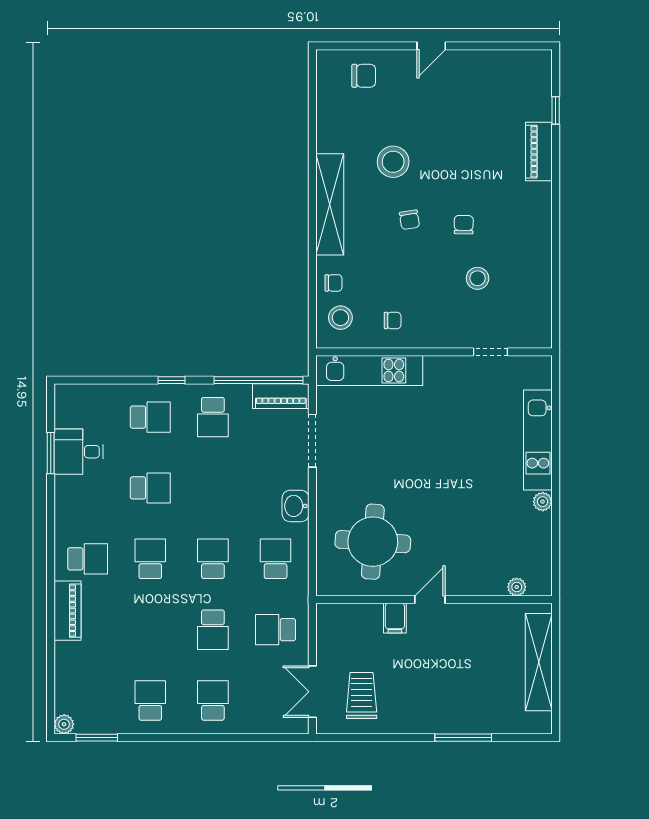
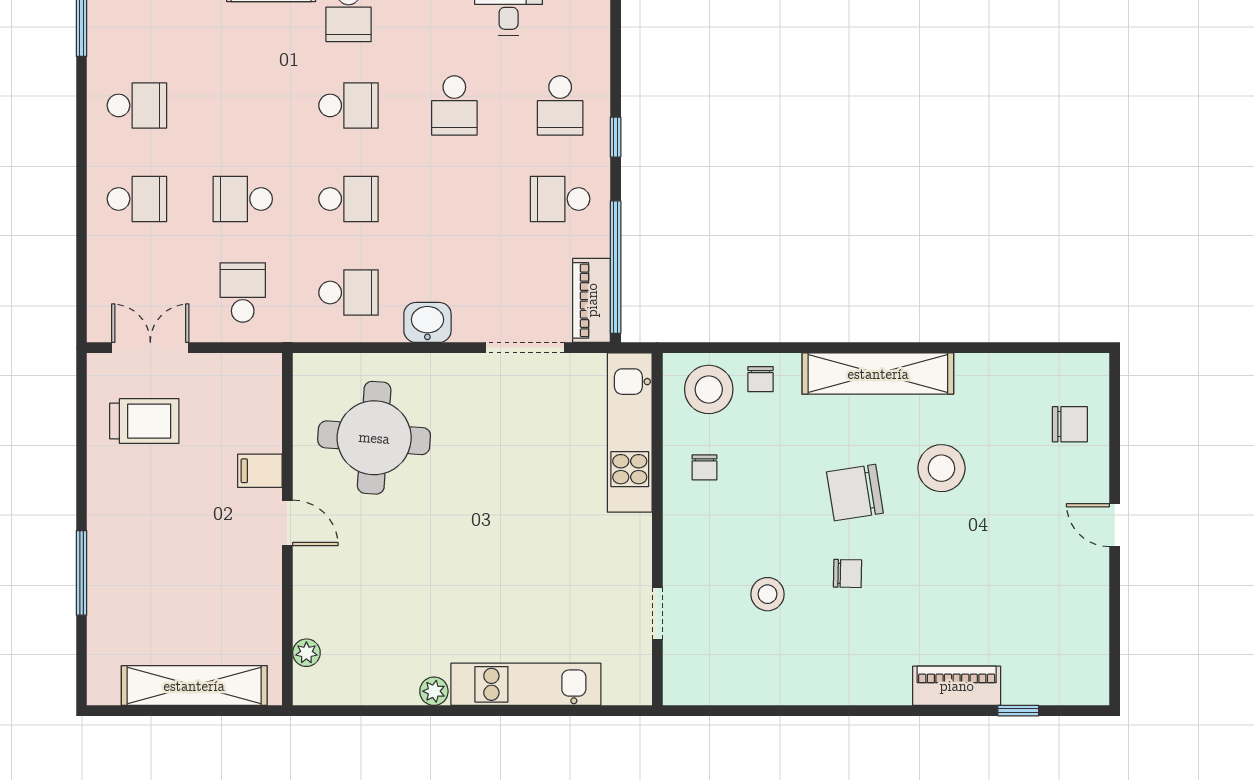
chair: (364, 76) -> (1070, 424), turned -90
chair: (409, 220) -> (855, 493), width x1.87, depth x1.87
stool: (340, 318) -> (709, 389), width x1.38, depth x1.38

